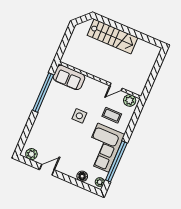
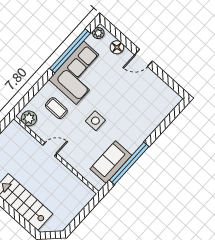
sofa: (69, 77) -> (111, 162), moved, turned -90
door: (116, 87) -> (50, 149), moved
plant: (31, 154) -> (168, 95), removed
door: (47, 170) -> (144, 58), moved

